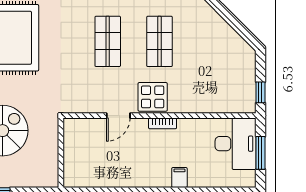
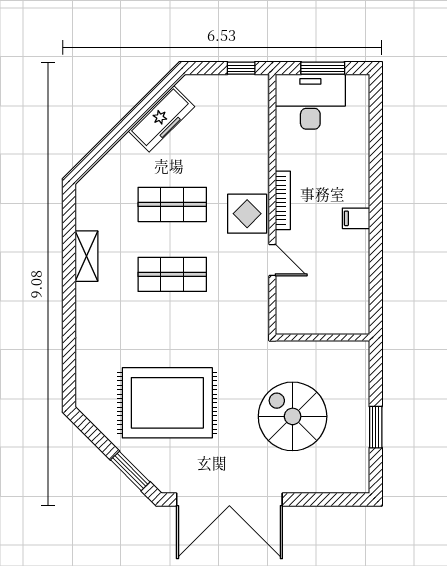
freezer: (223, 33) -> (161, 119), added
bookcase: (163, 123) -> (283, 200), width x1.56
filing cabinet: (179, 178) -> (356, 218), moved

